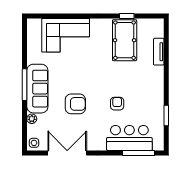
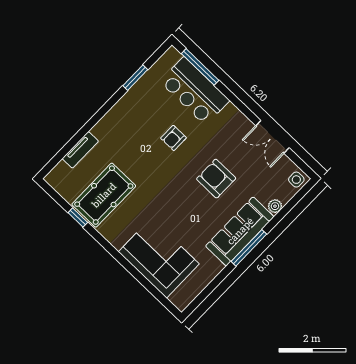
double door: (67, 153) -> (272, 137), width x0.73

